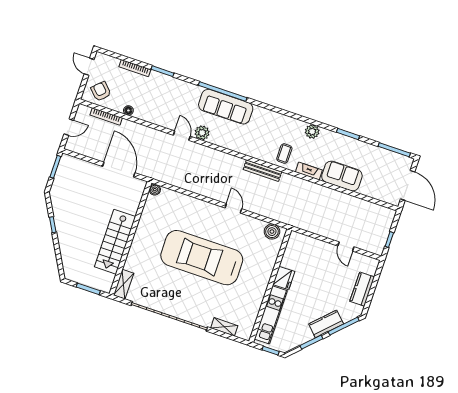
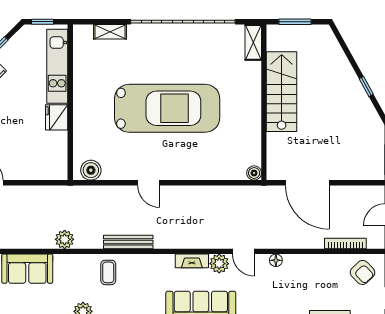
floor lamp: (128, 110) -> (276, 260), moved
fireplace: (309, 171) -> (192, 261), moved
plant: (308, 188) -> (65, 239), added

